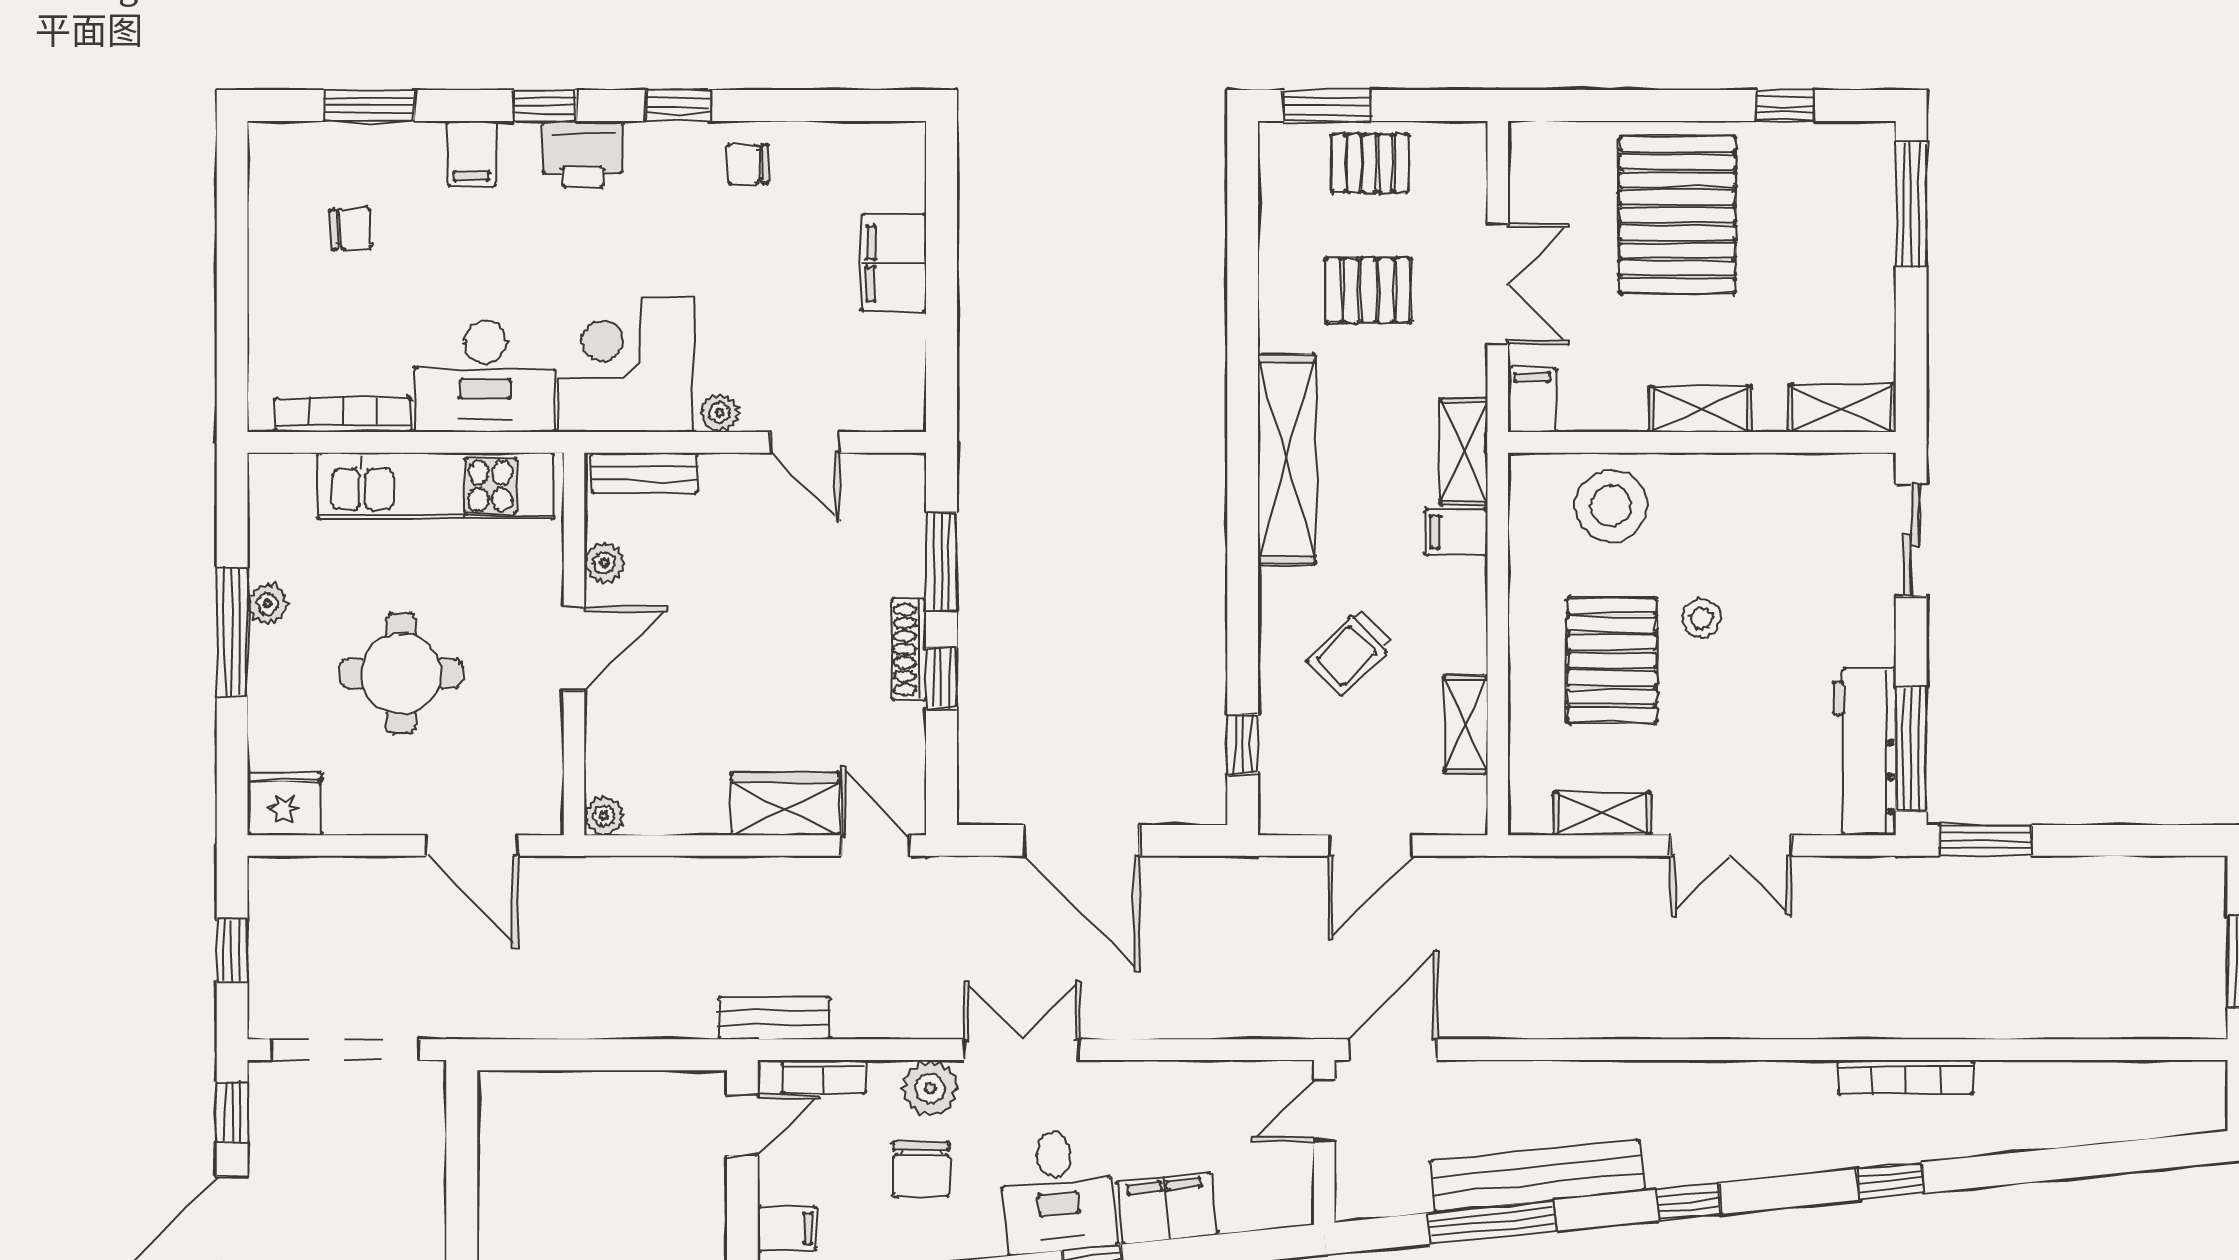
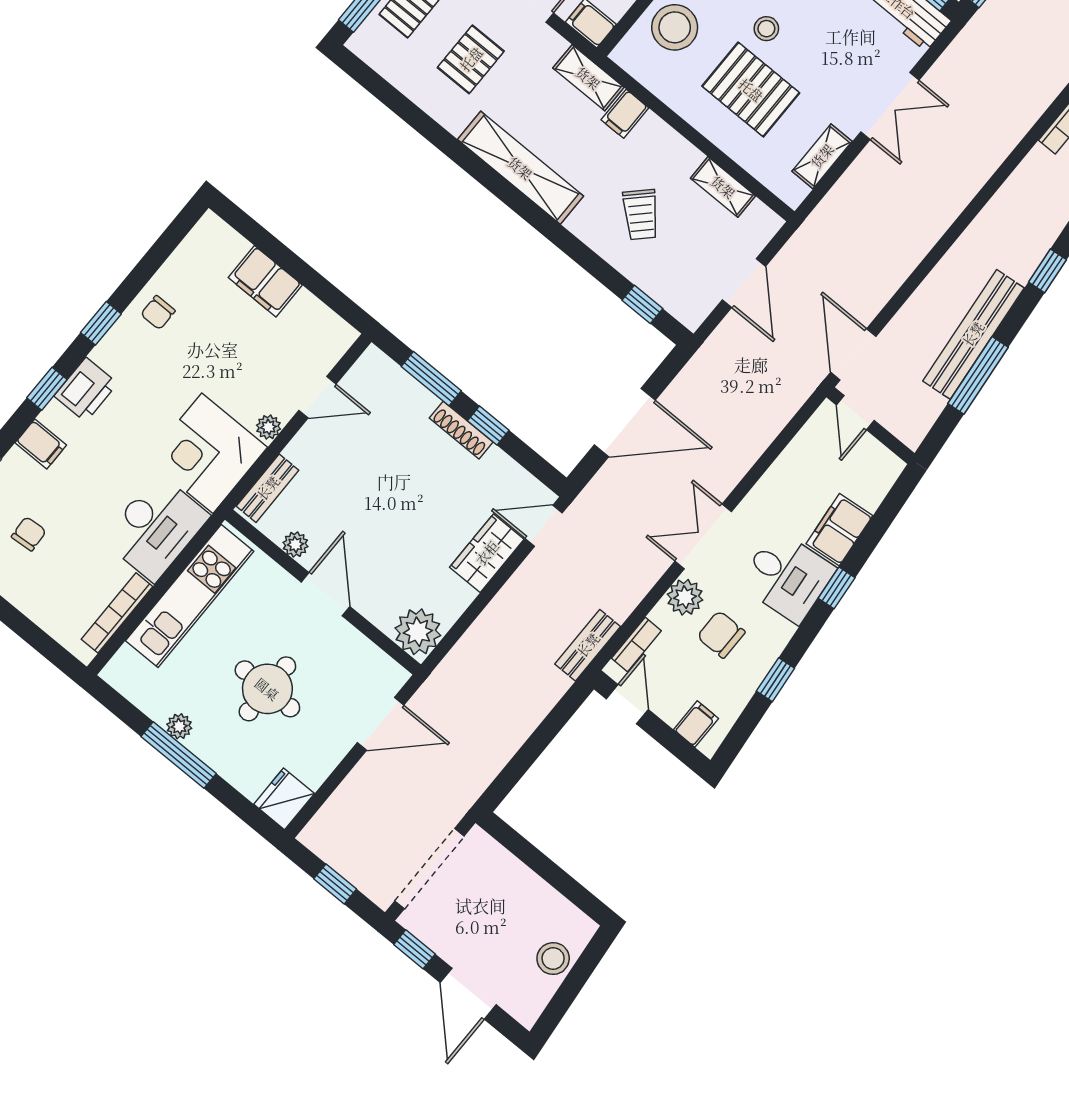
plant: (604, 816) -> (418, 632), width x1.88, depth x1.88
chair: (921, 1169) -> (721, 634), turned 180

